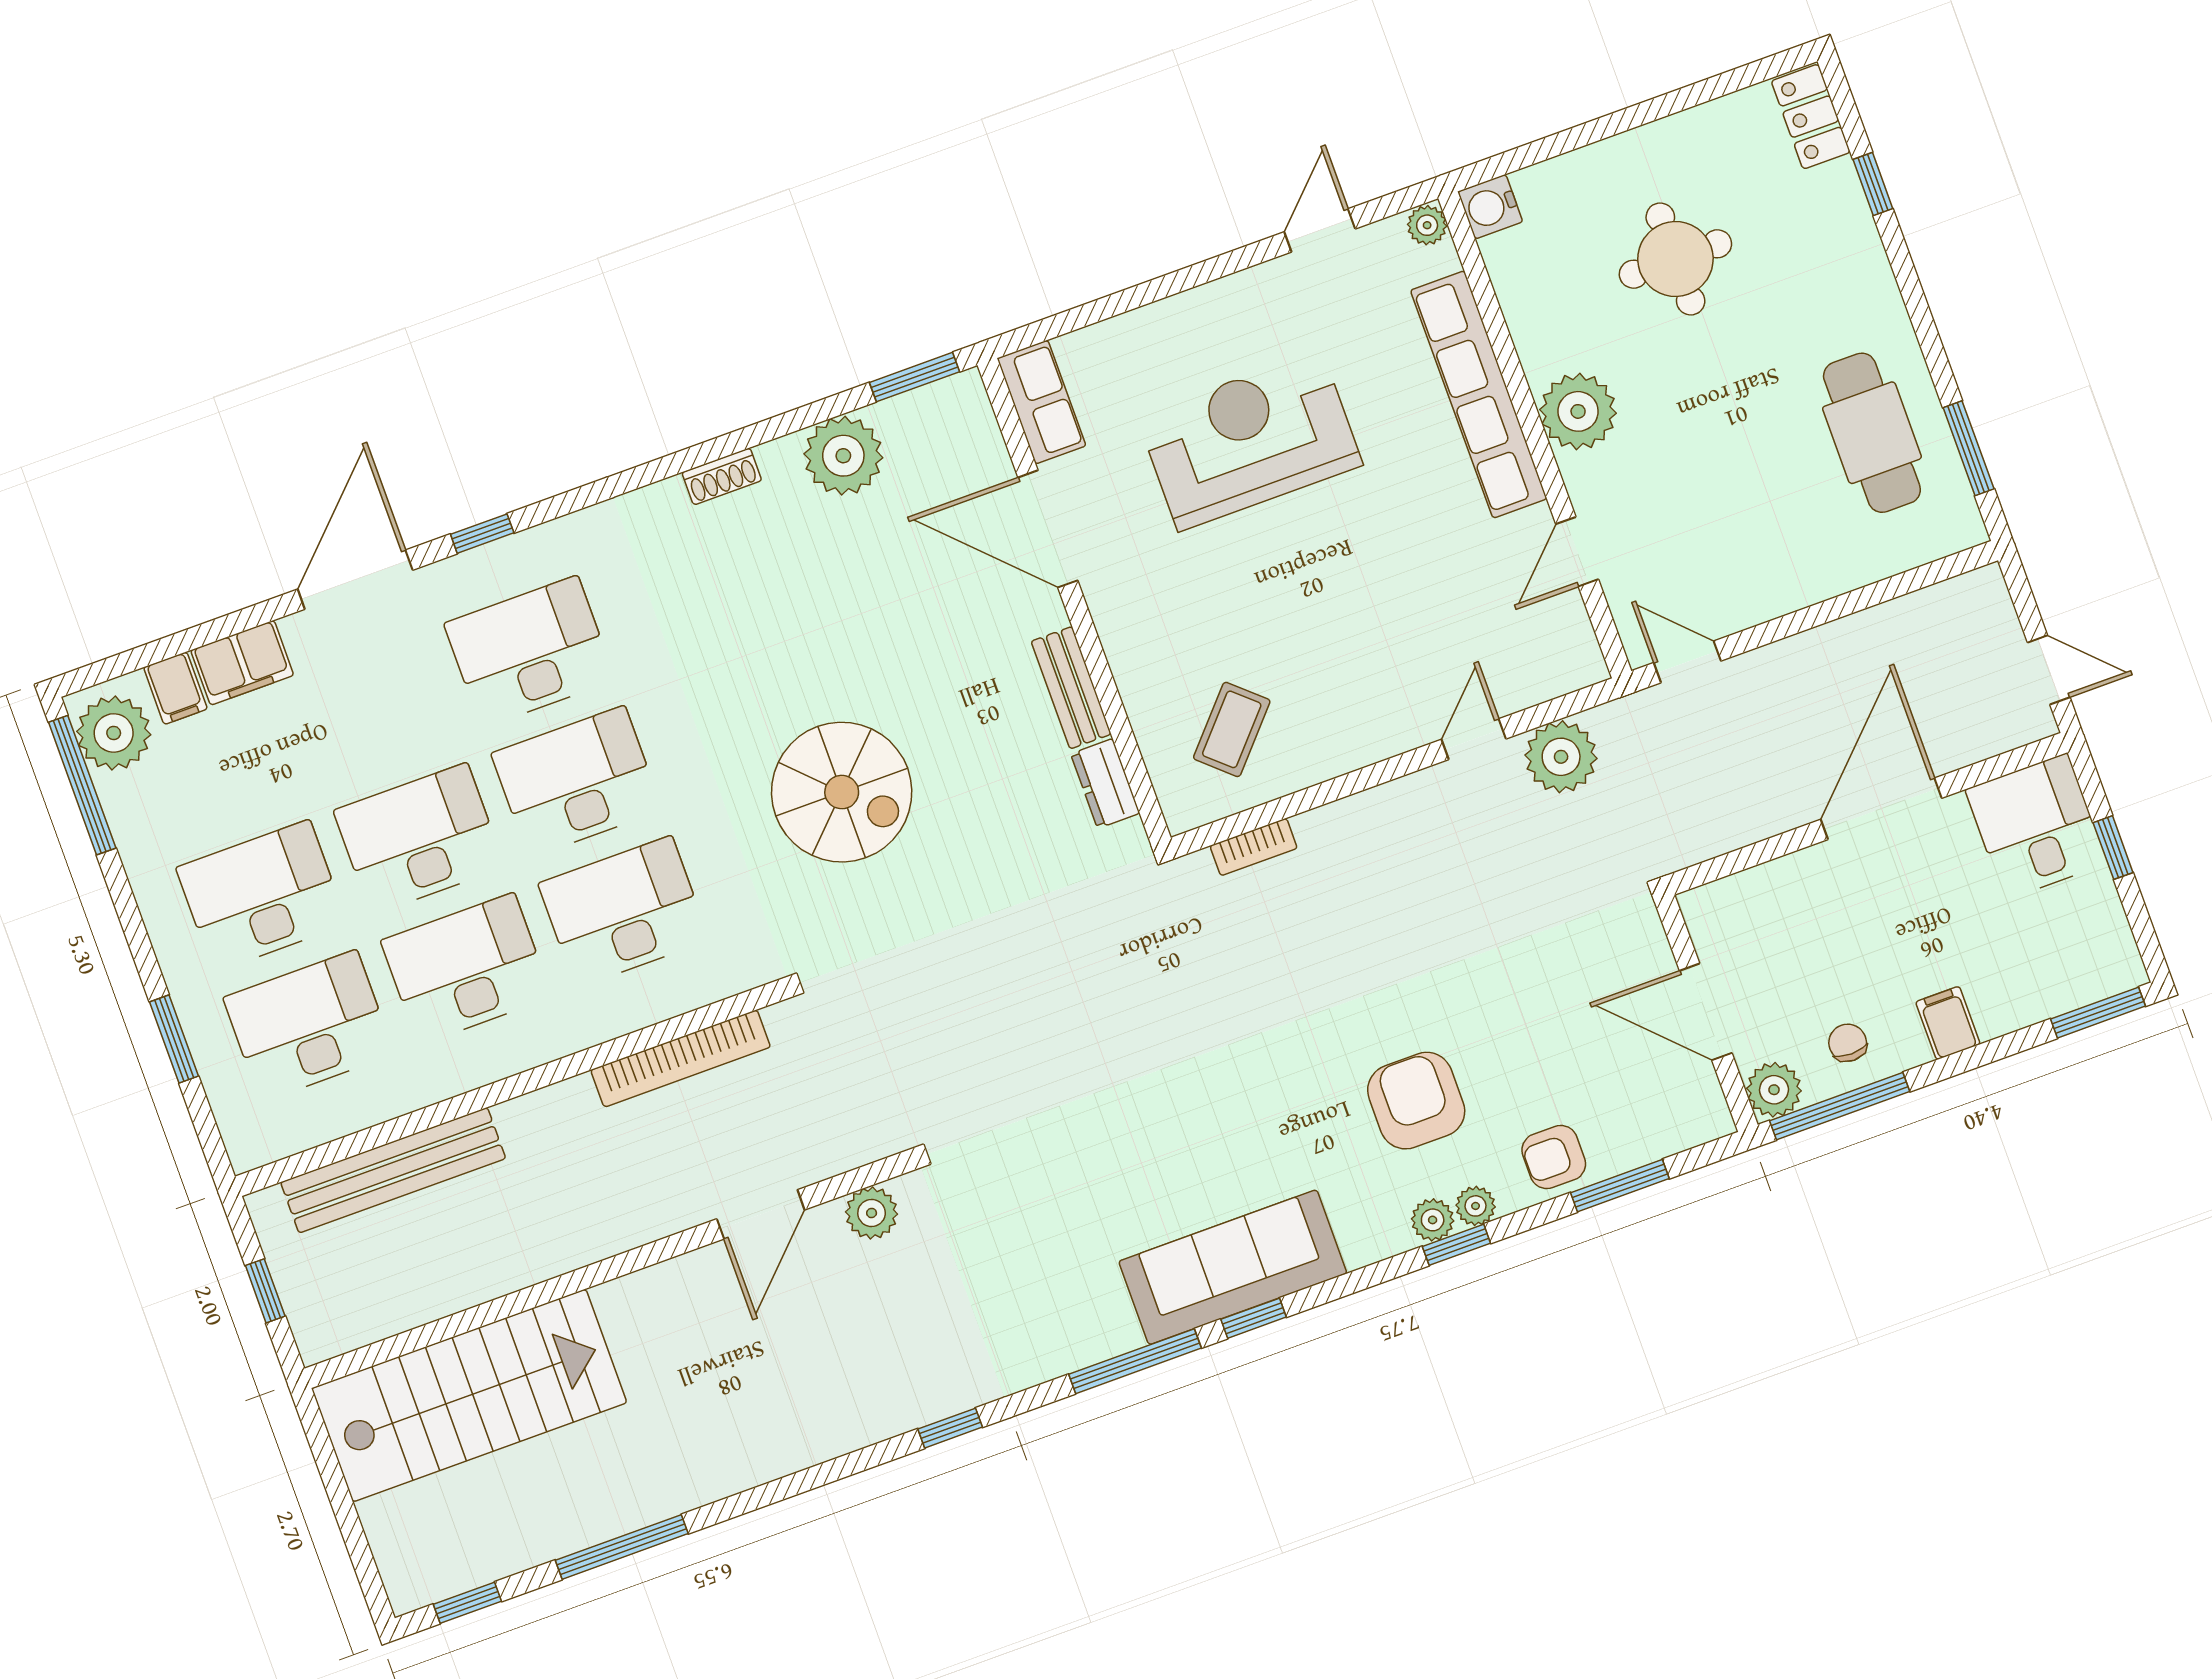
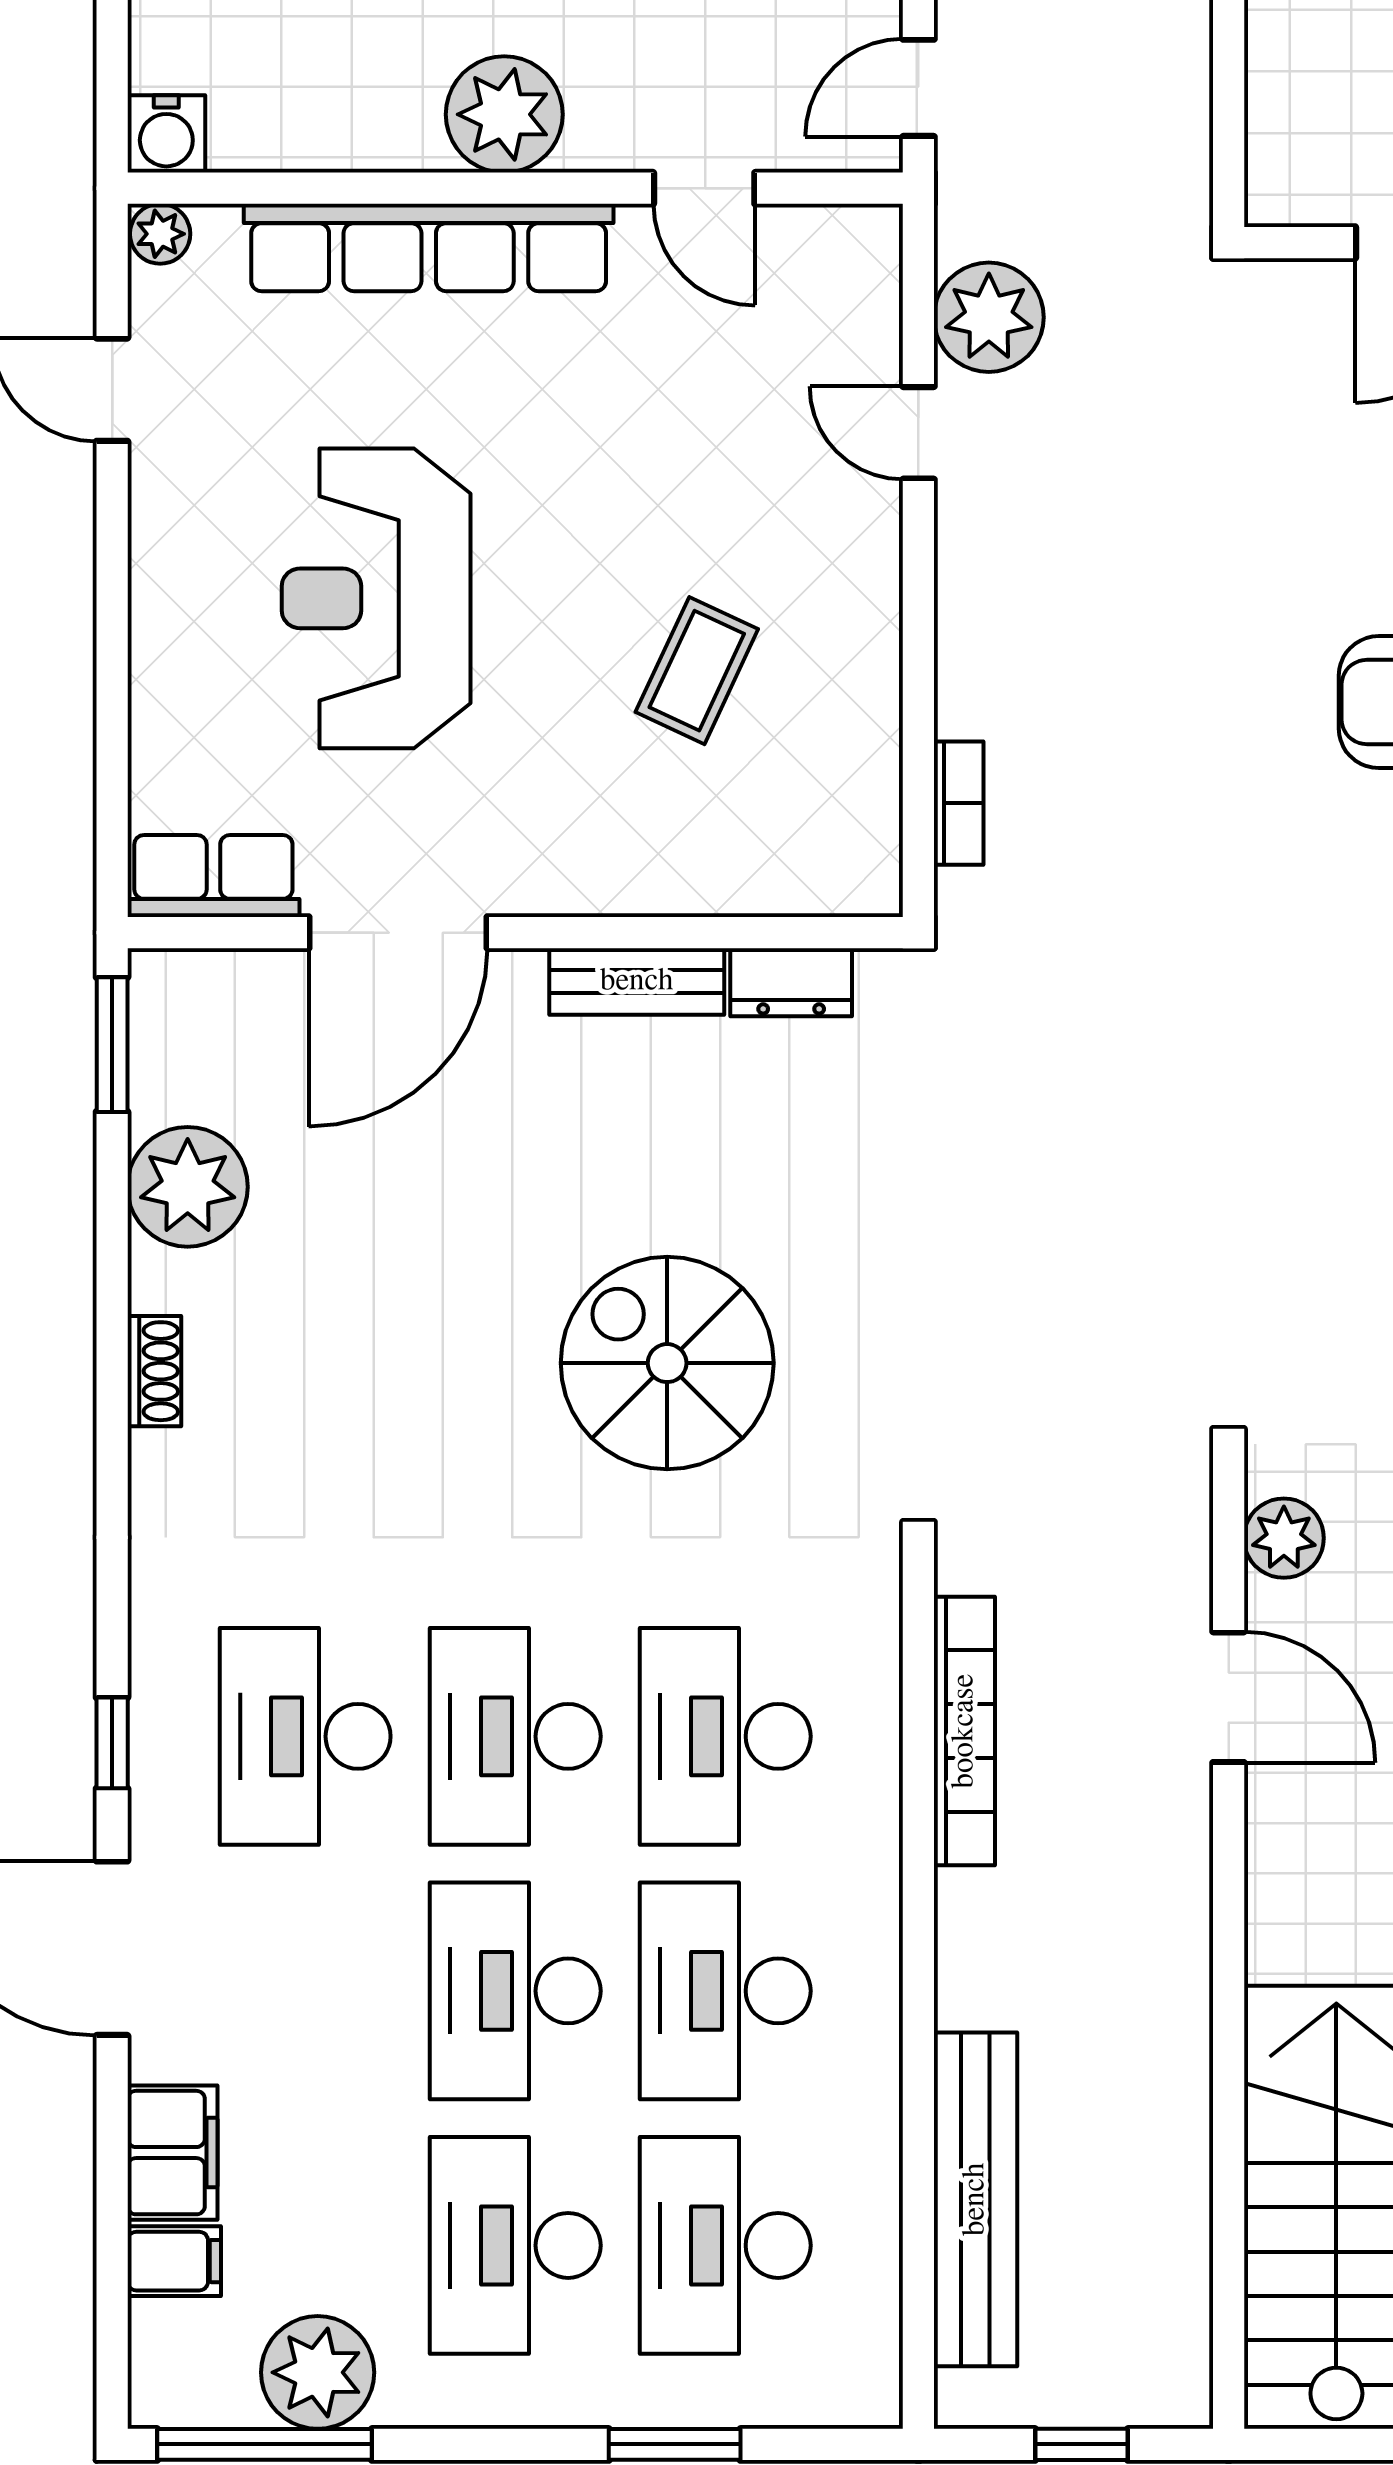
coffee table: (1232, 729) -> (697, 671), moved, turned 73
plant: (114, 733) -> (318, 2372), moved
spiral stairs: (842, 792) -> (667, 1363), turned -90

